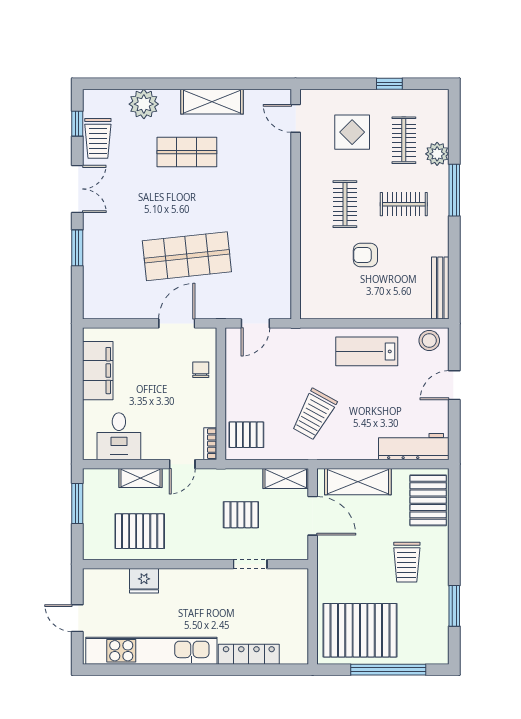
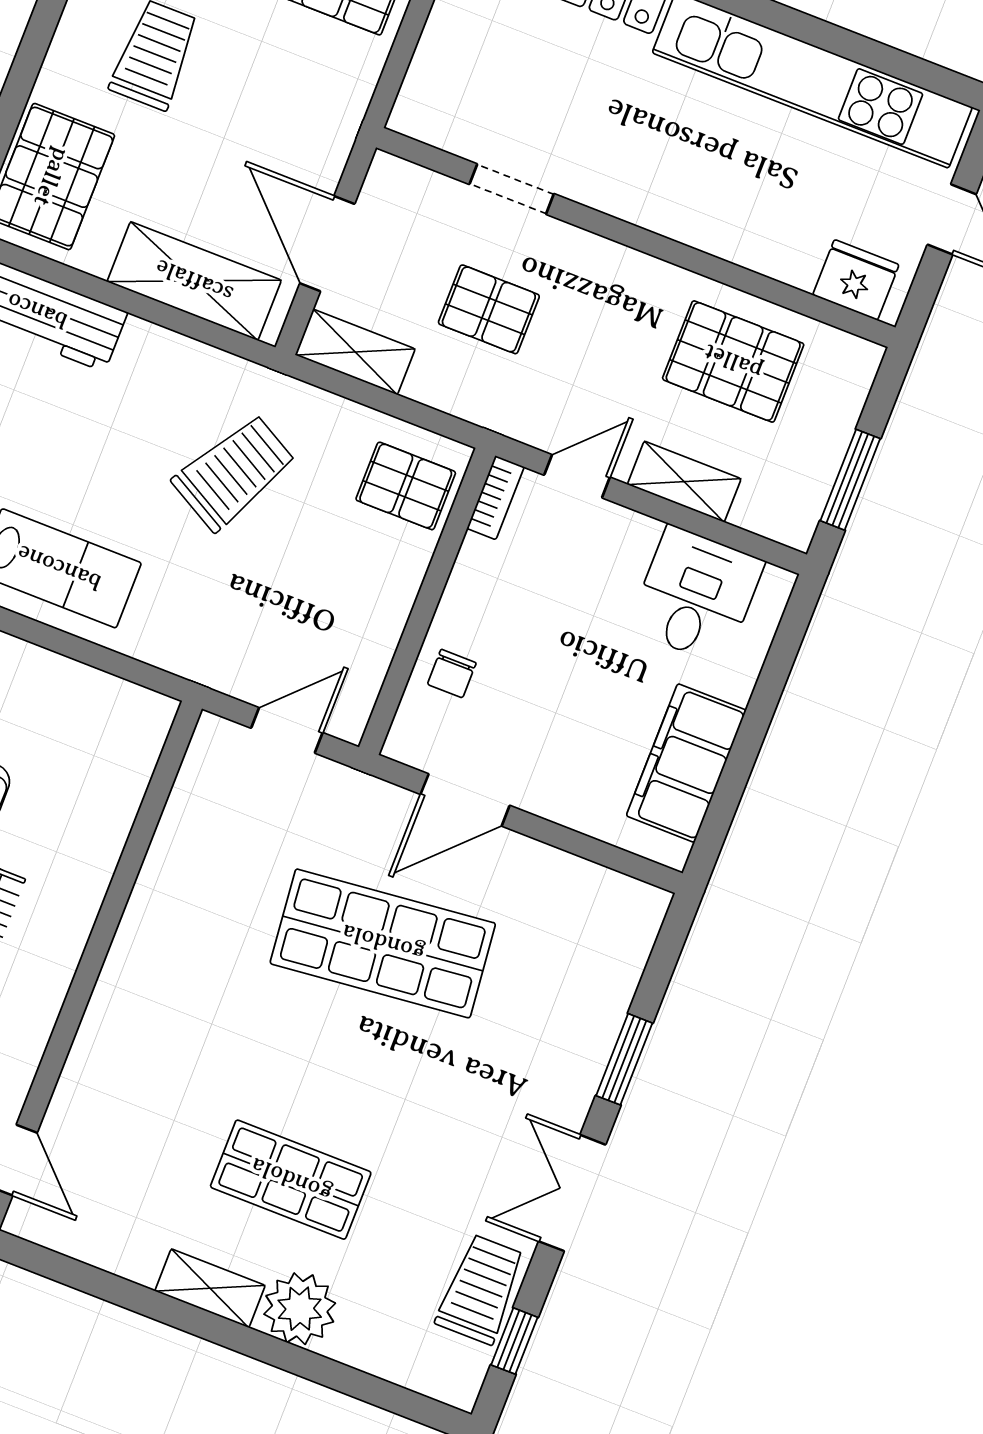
shelving: (212, 102) -> (210, 1288), width x0.67, depth x0.75
plant: (144, 104) -> (300, 1309), moved
fridge: (144, 581) -> (856, 280), moved

